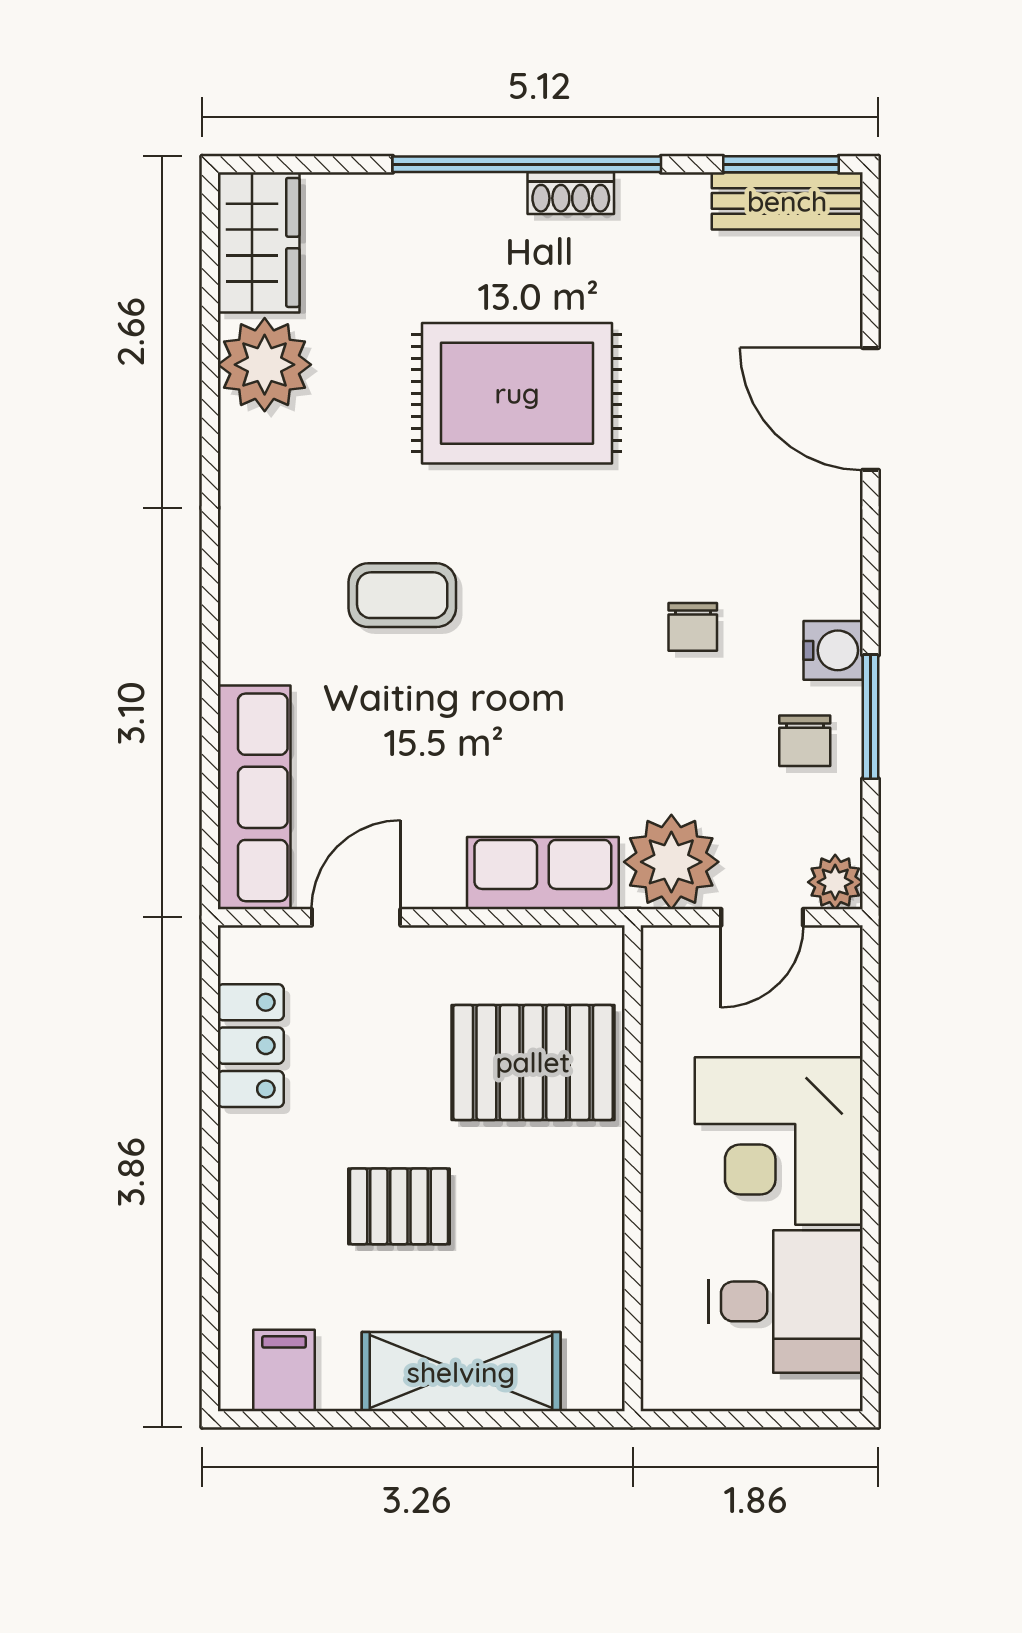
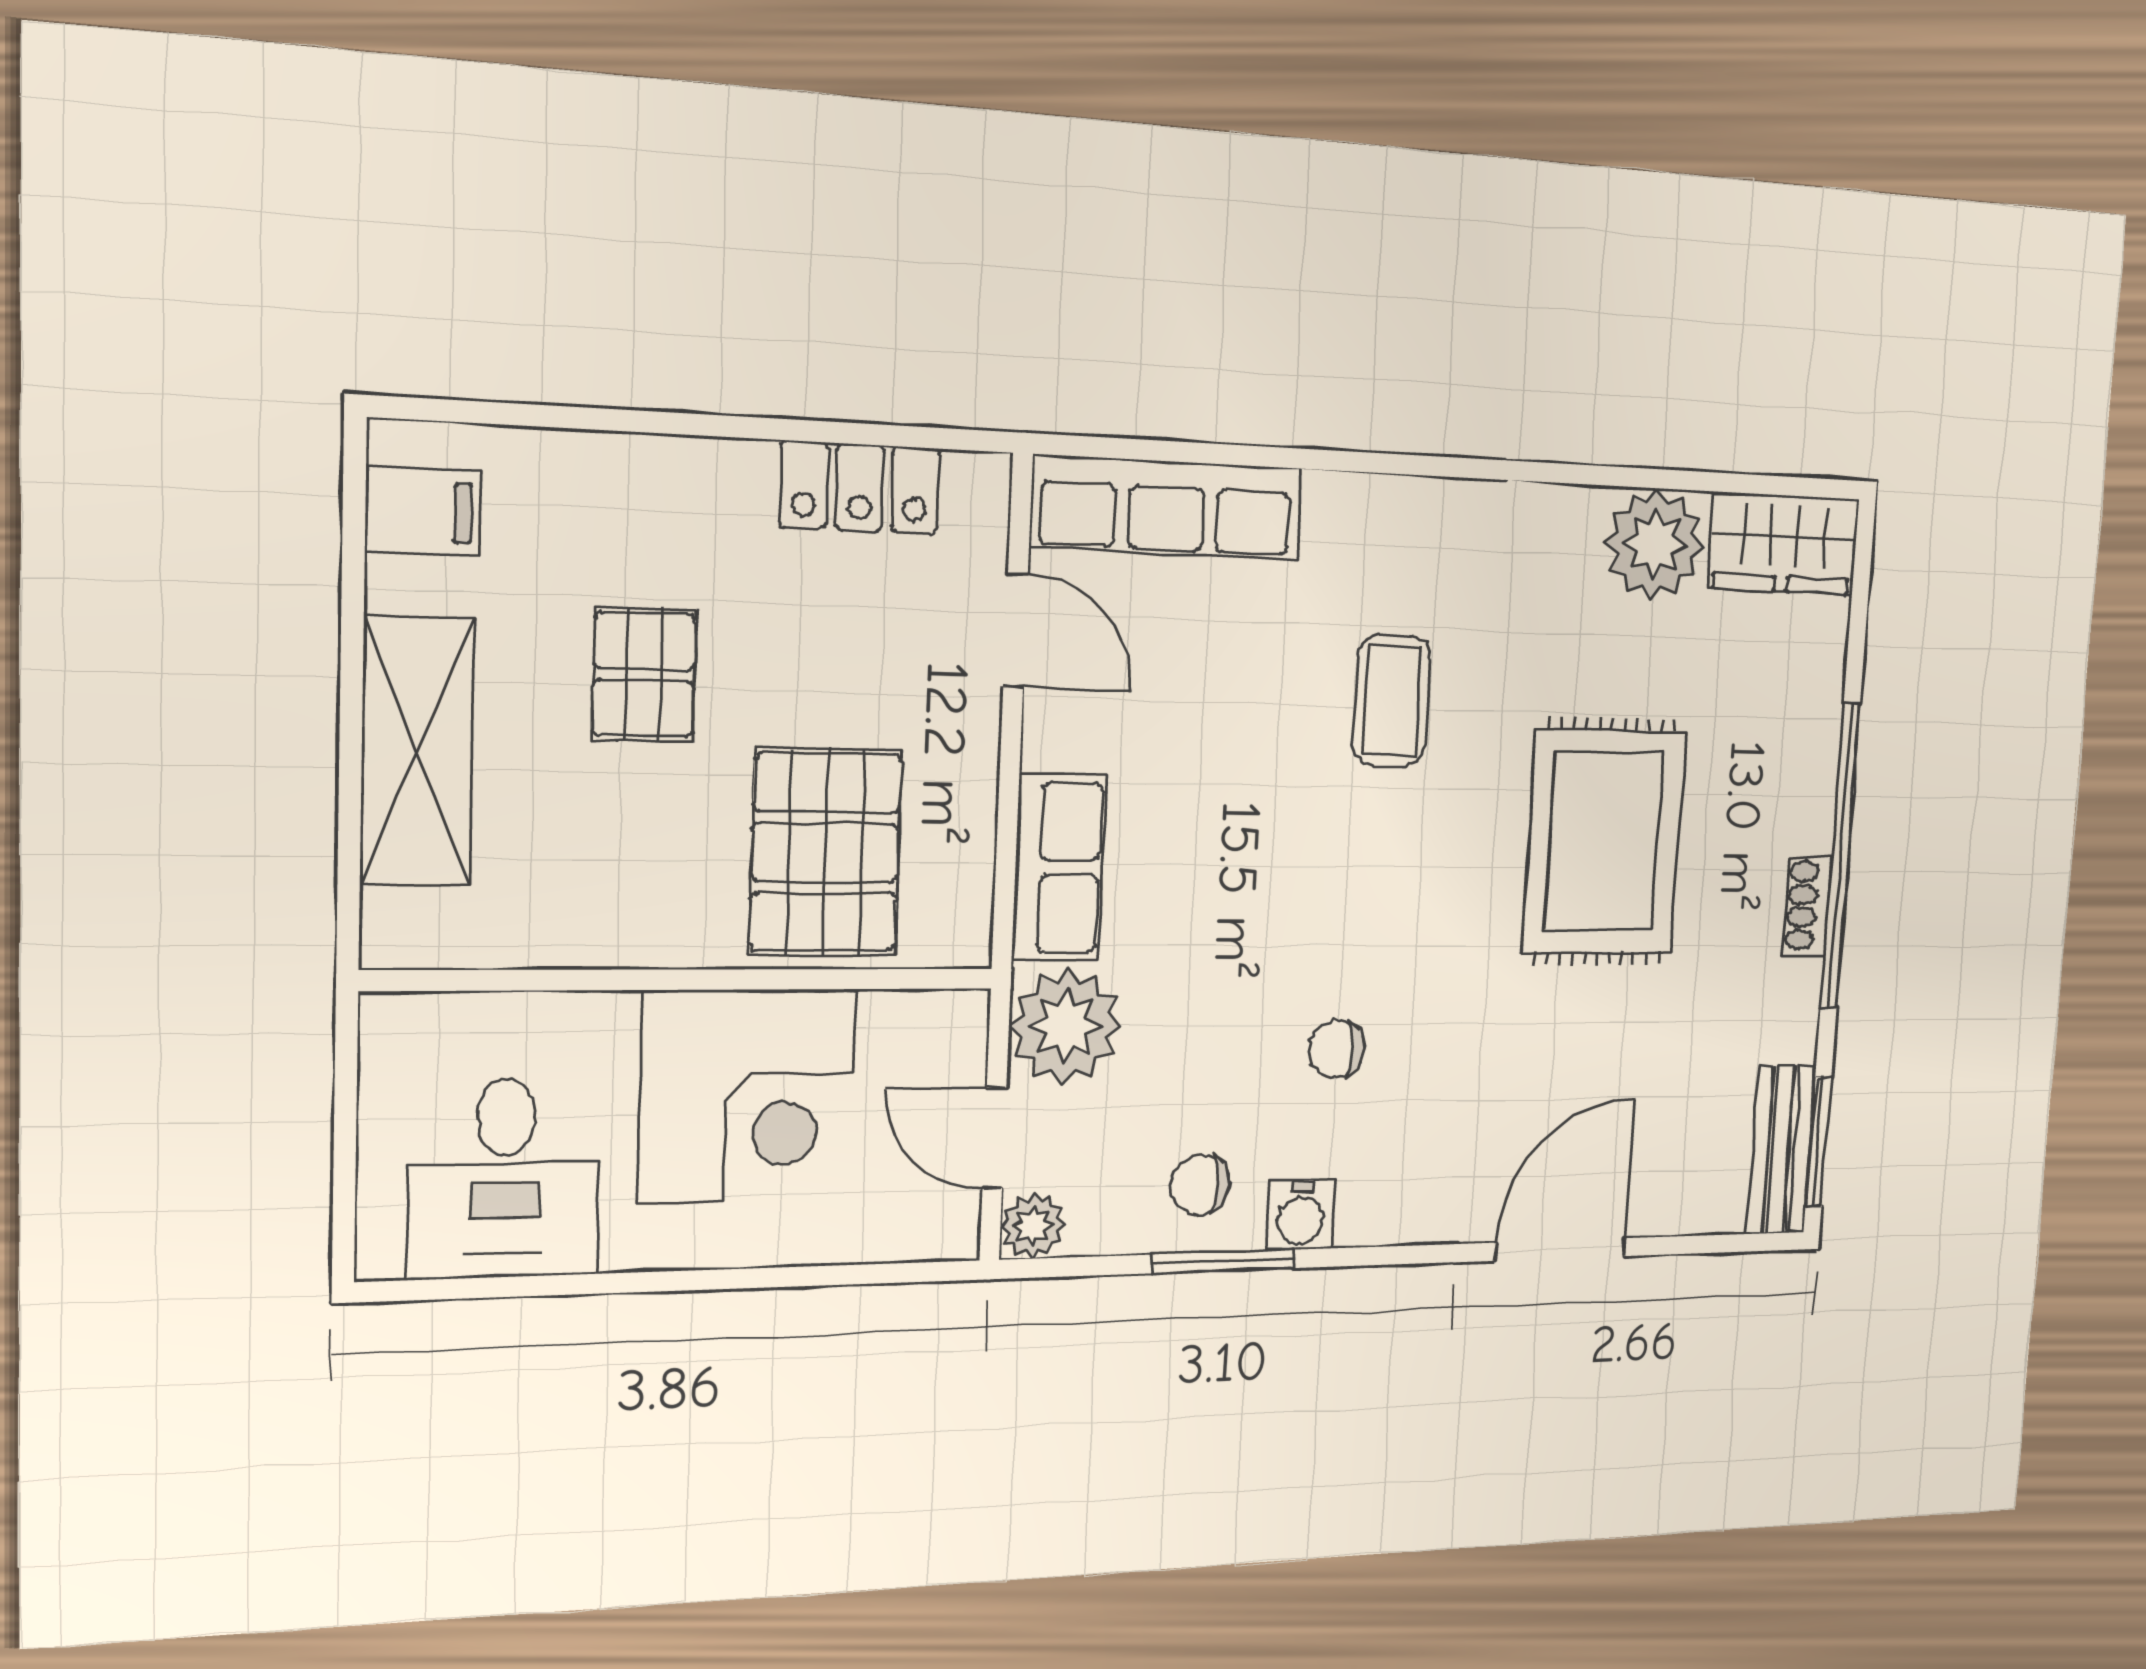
corner desk: (779, 1141) -> (747, 1096), moved, turned 180

